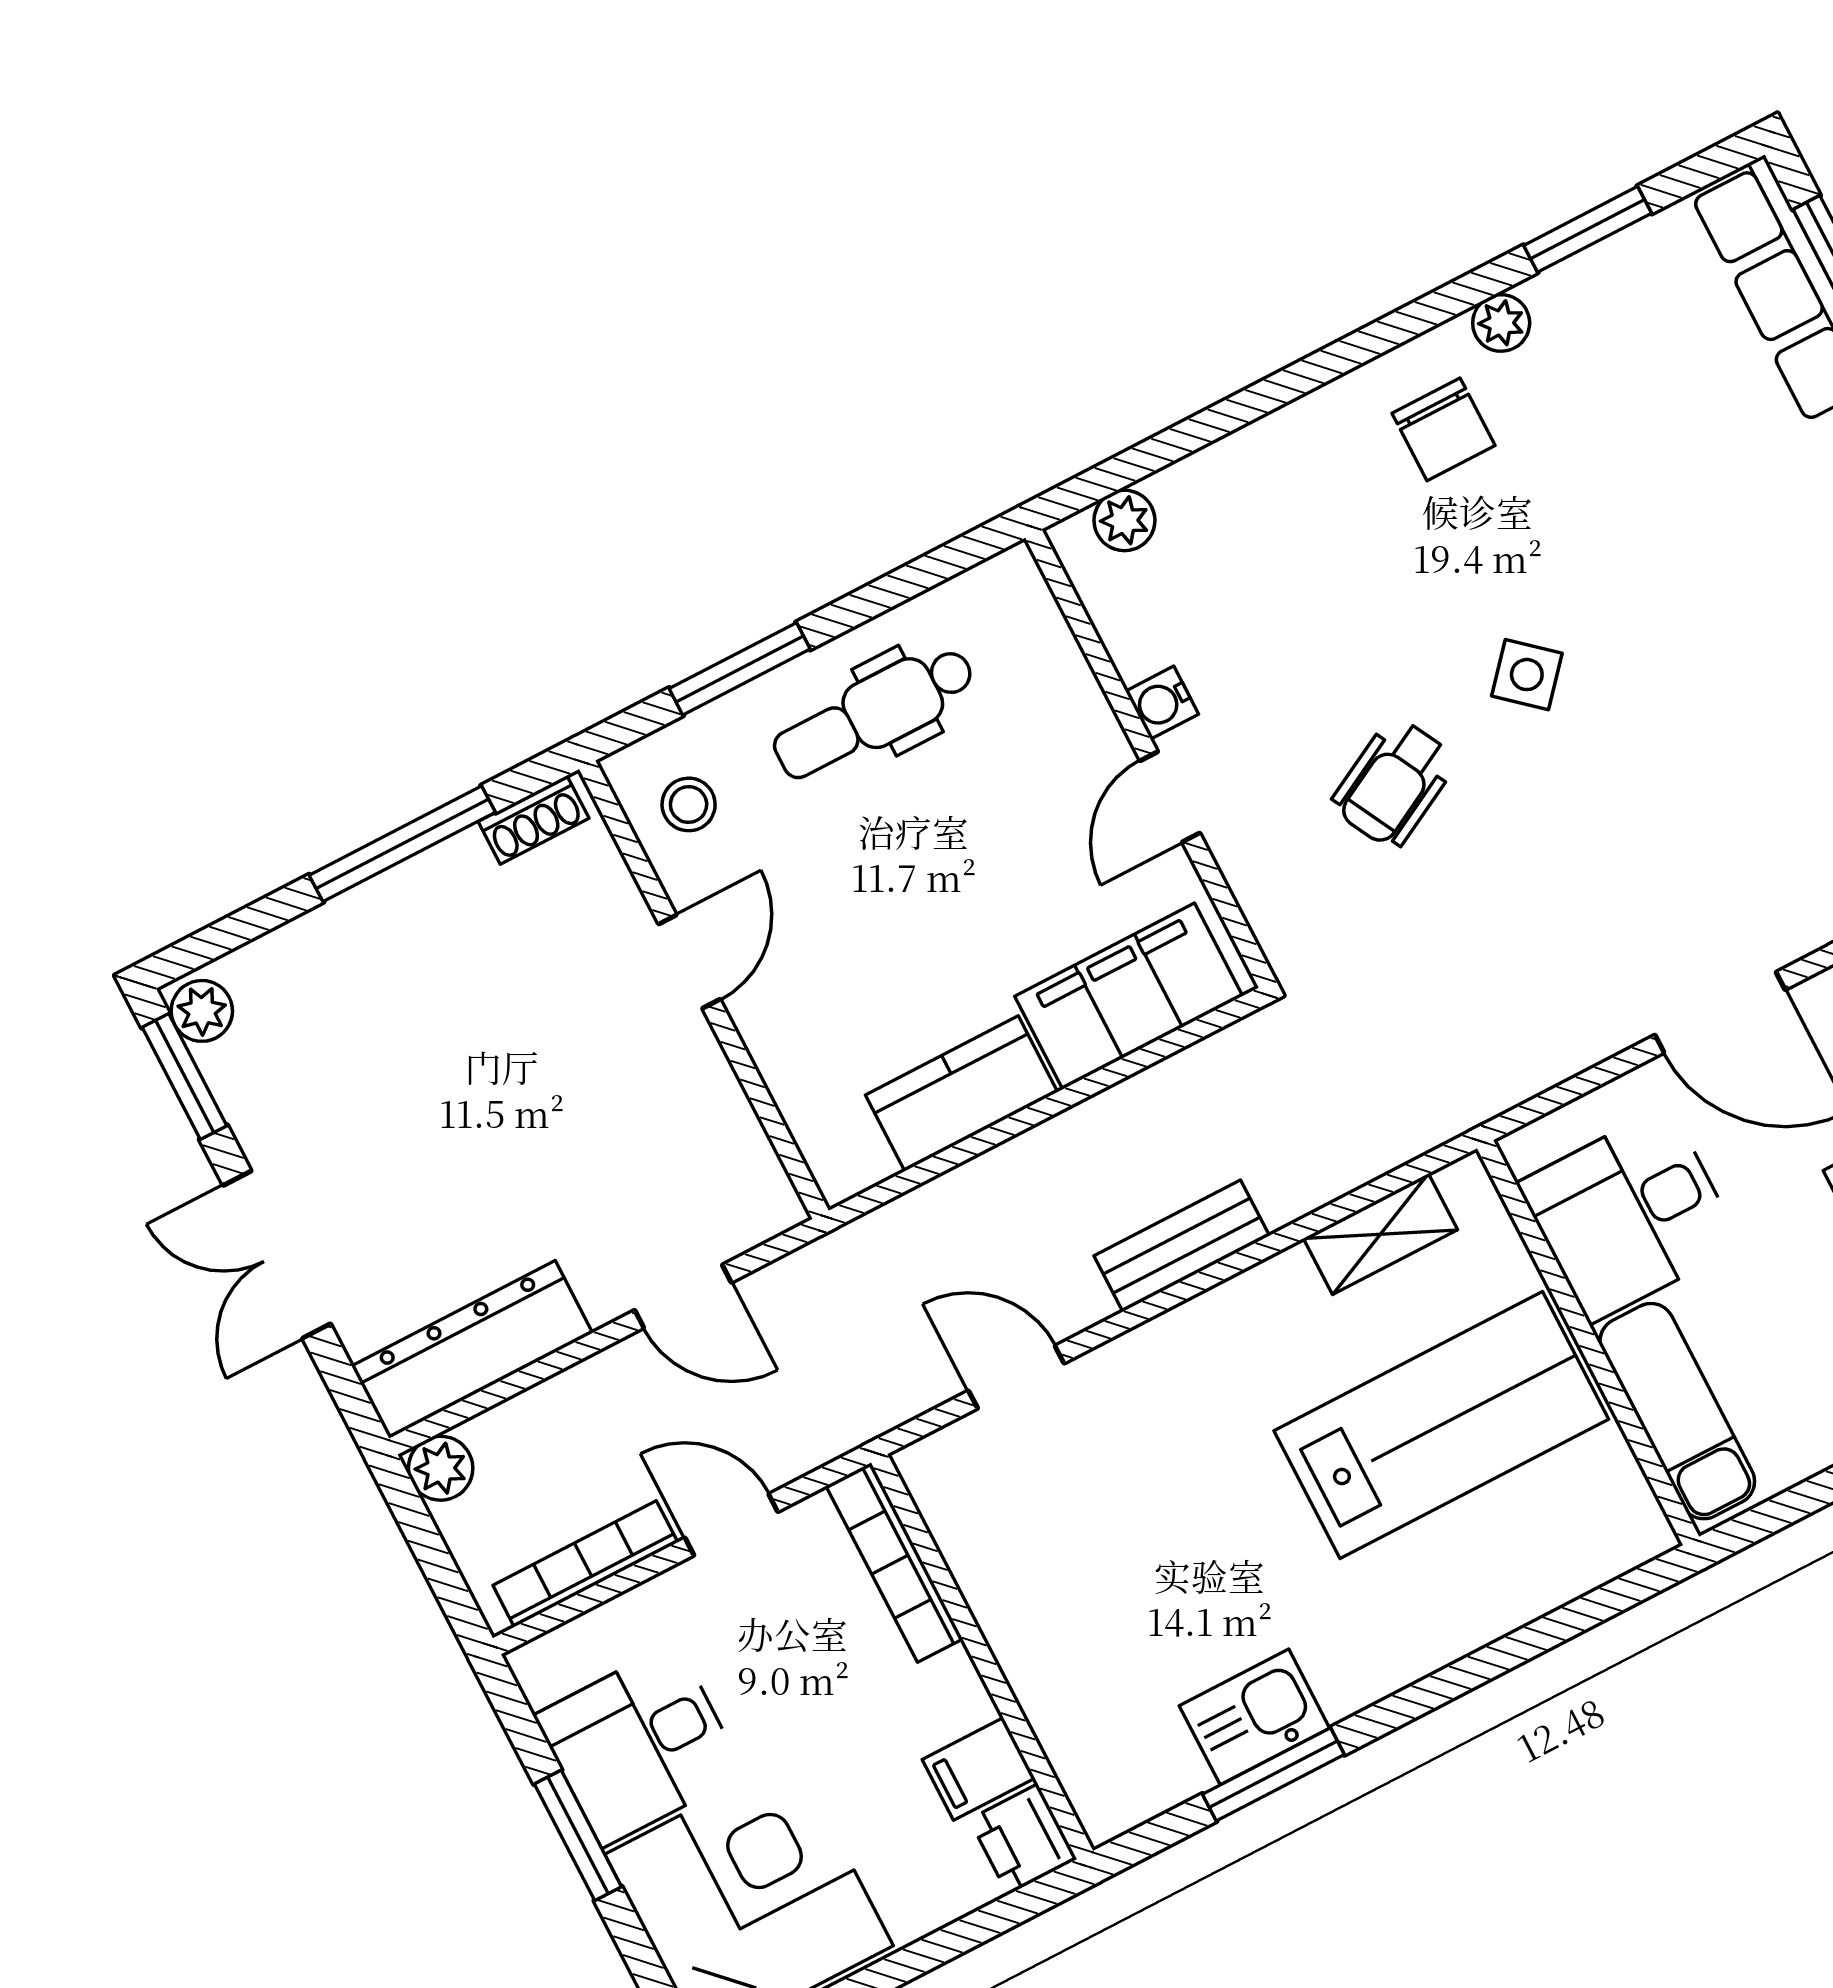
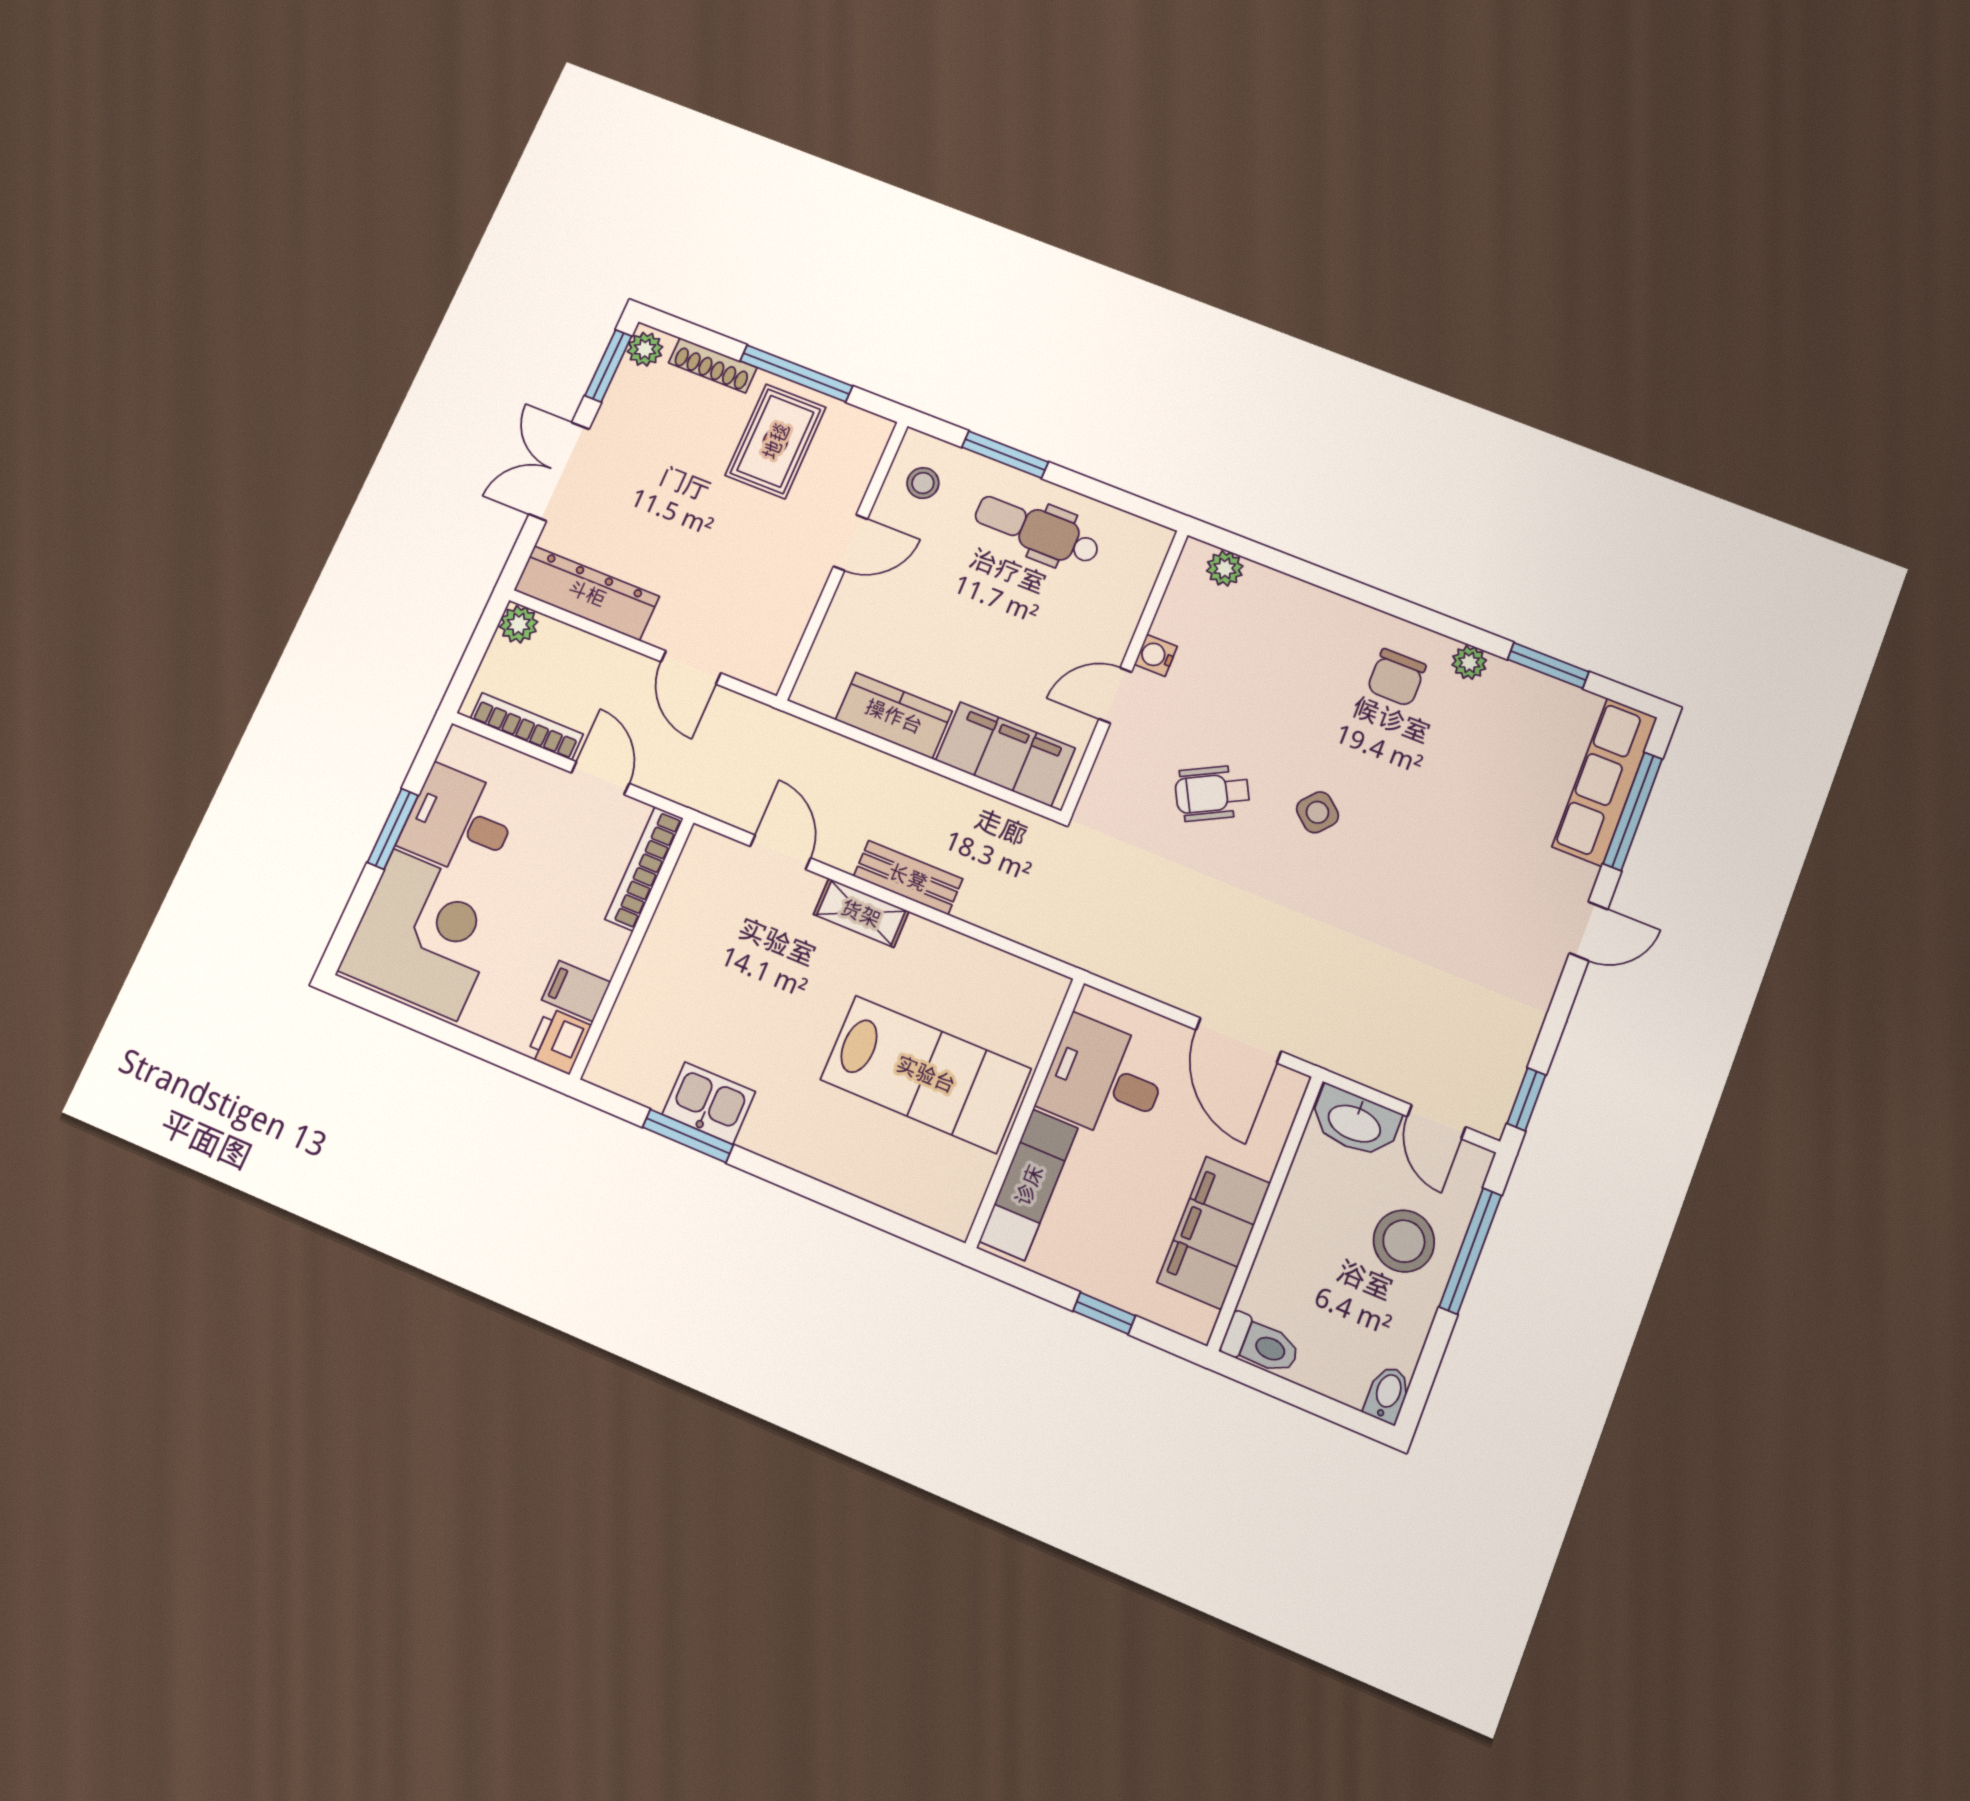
shoe rack: (534, 820) -> (713, 365), moved, width x1.43
rug: (472, 945) -> (776, 441), added
shelving: (1381, 1234) -> (861, 913), moved

